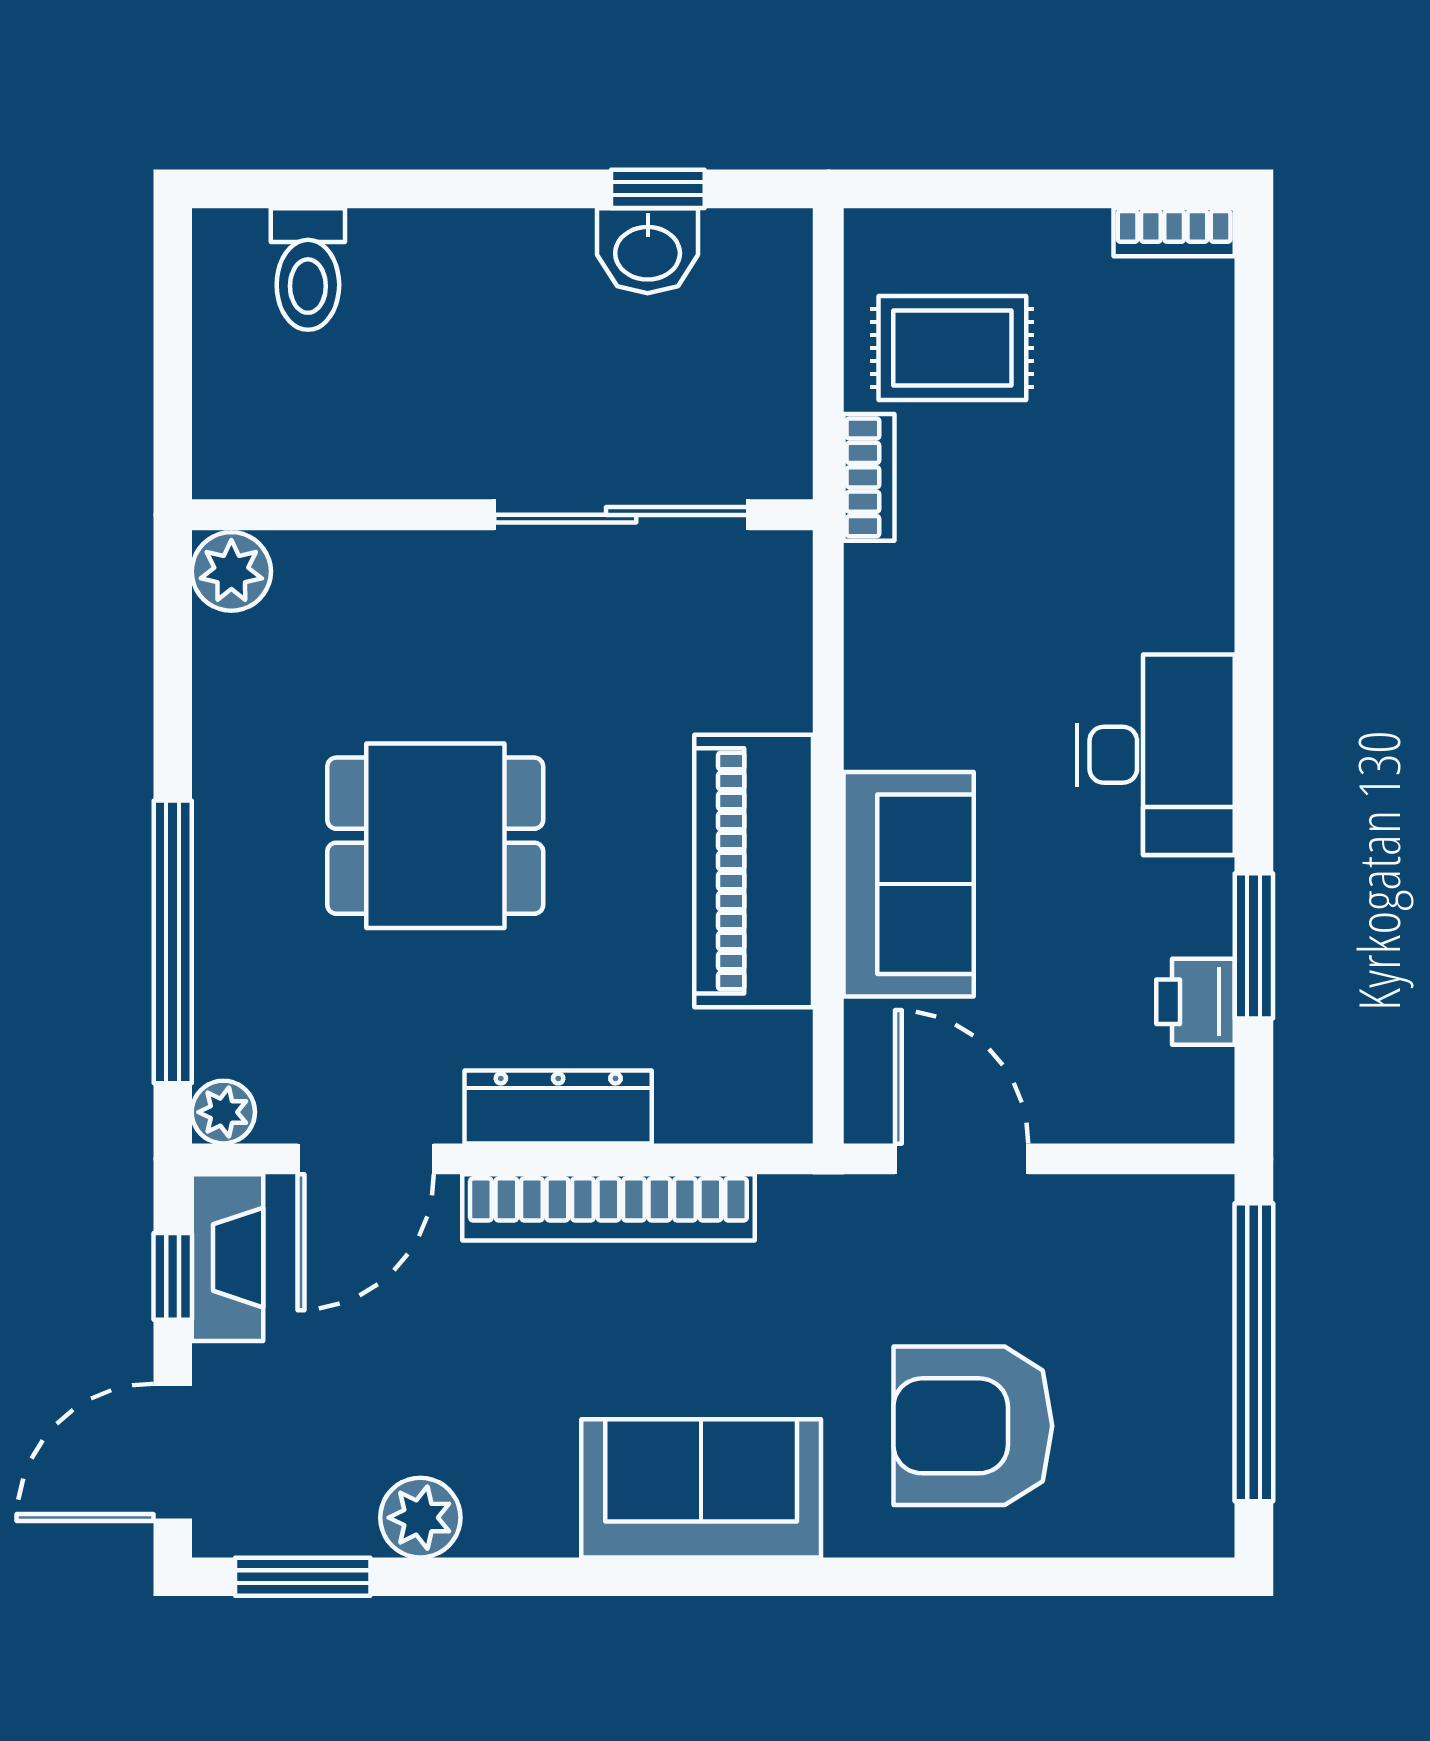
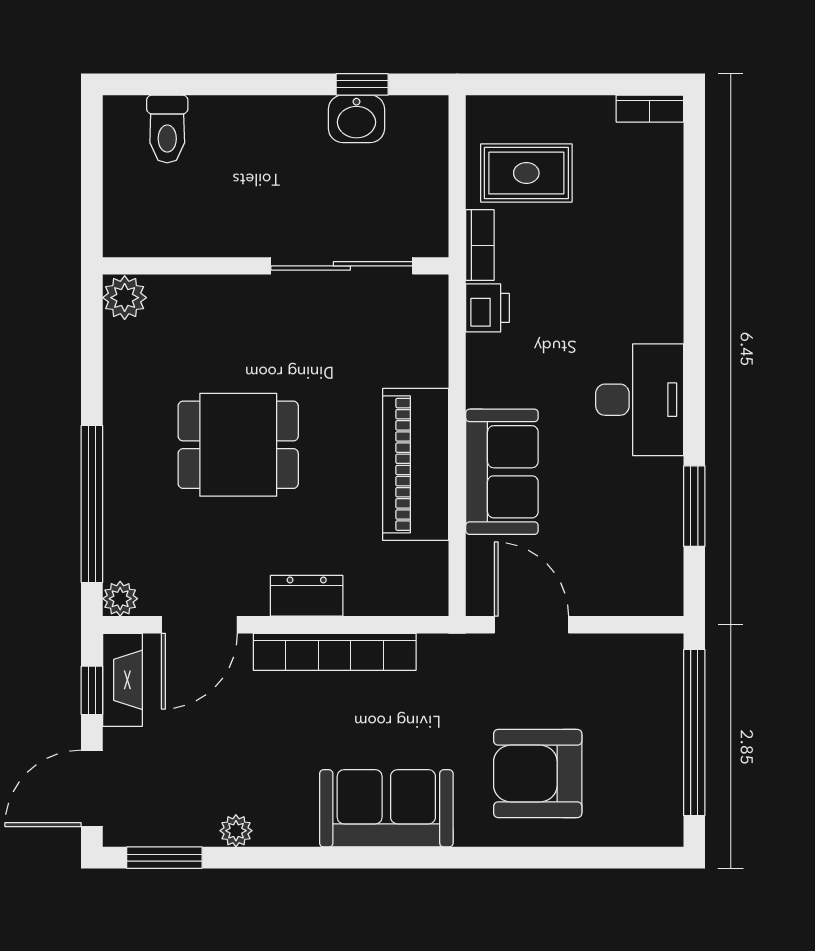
printer: (1196, 1002) -> (488, 308), moved, turned 180
dresser: (558, 1107) -> (307, 596), width x0.70
plant: (420, 1518) -> (236, 831), width x0.73, depth x0.73

